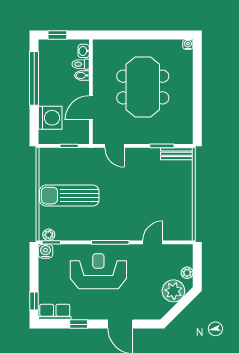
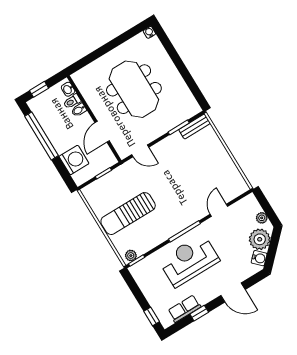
water cooler: (46, 251) -> (259, 258), moved, turned 135
row of seats: (55, 312) -> (184, 309), moved

